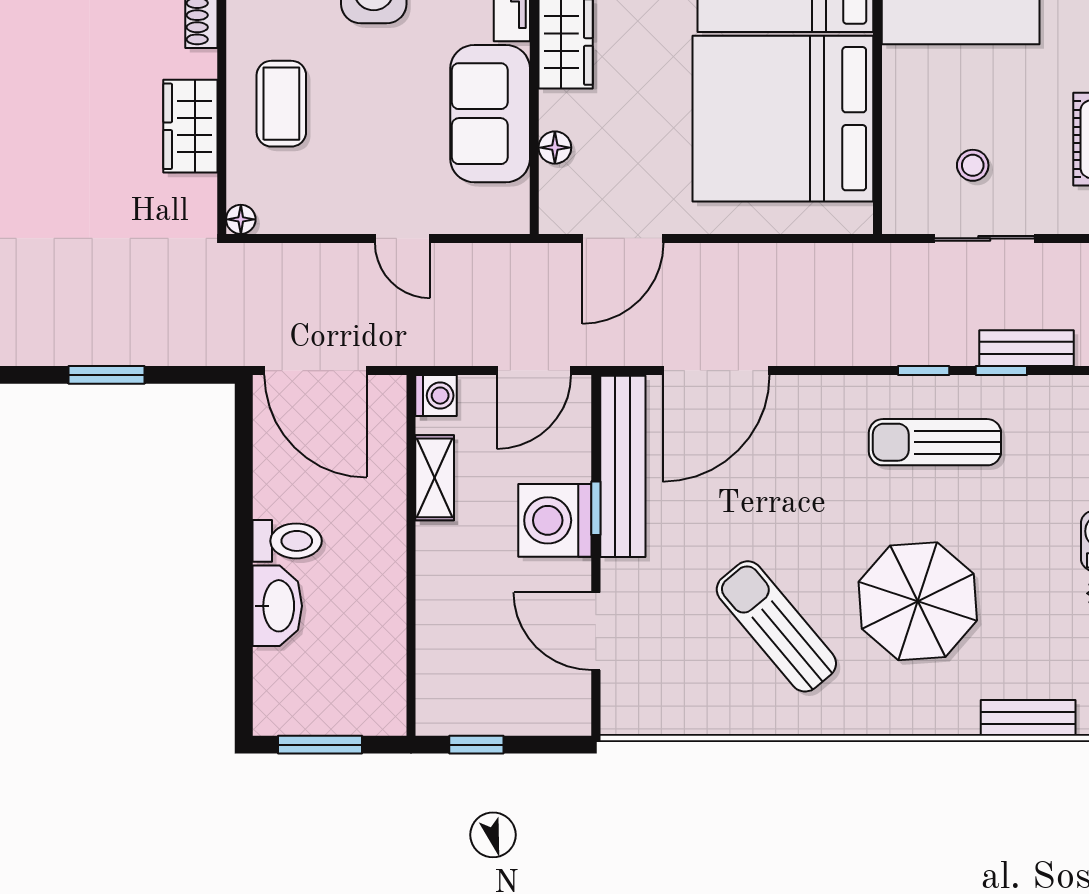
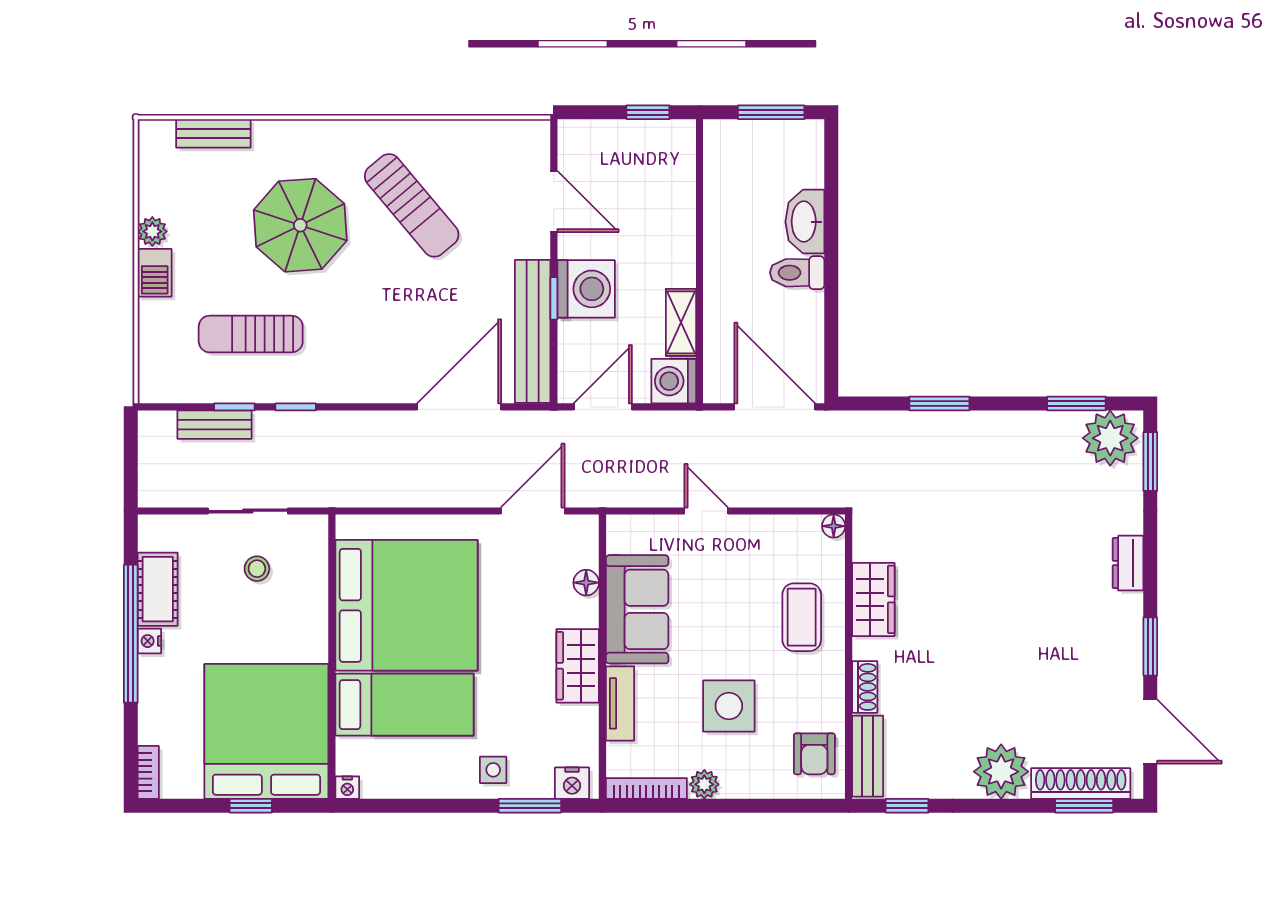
washing machine: (436, 396) -> (674, 381), width x1.38, depth x1.38
sun lounger: (935, 442) -> (251, 334), moved, turned 180

